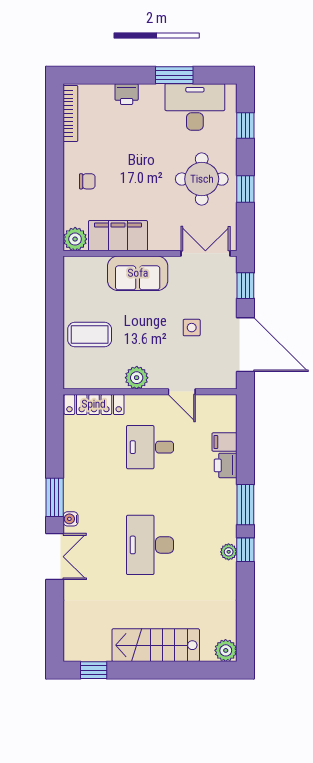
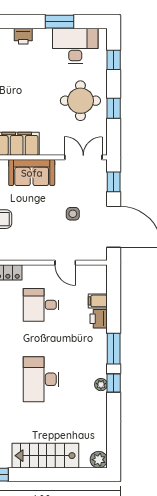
plant: (137, 378) -> (31, 252), removed

